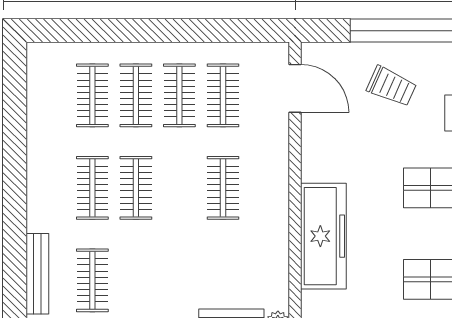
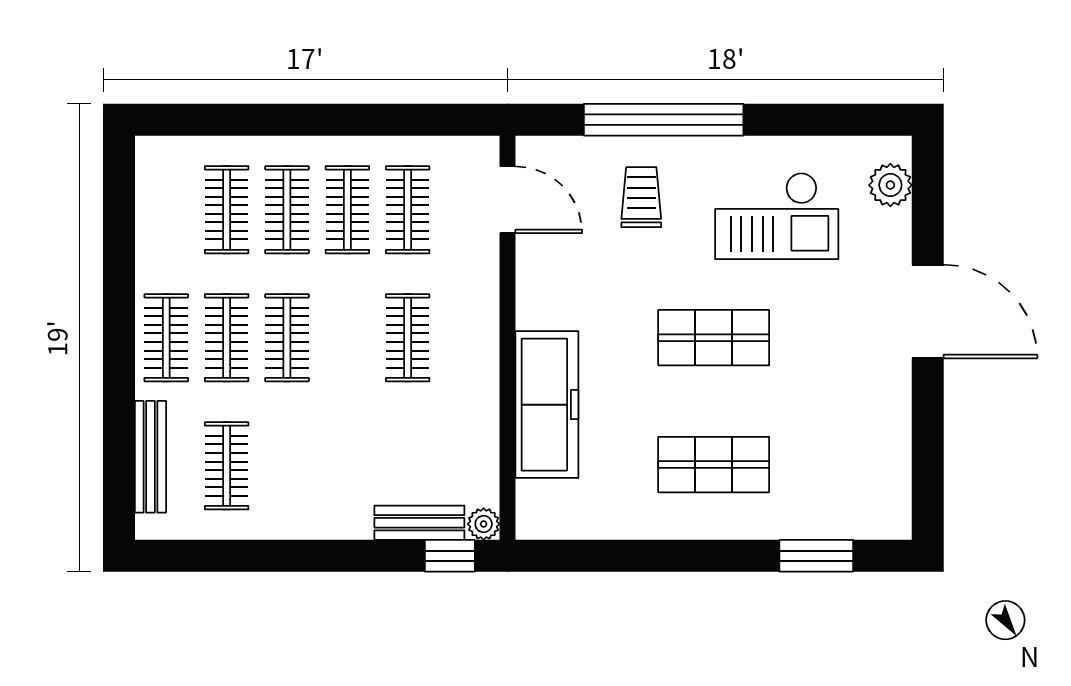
trolley: (392, 86) -> (641, 197), turned -114
clothes rail: (49, 188) -> (166, 338), added

